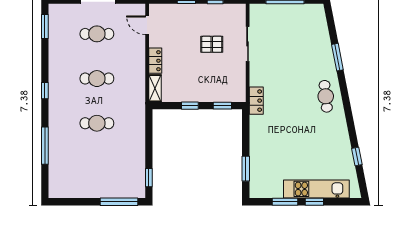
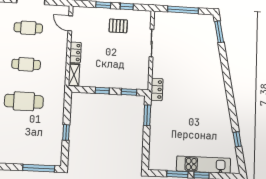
pallet: (212, 44) -> (118, 26), moved
window: (337, 57) -> (219, 32), moved
cafe table: (326, 96) -> (213, 89), removed
cafe table: (97, 123) -> (24, 101), width x1.37, depth x1.35
window: (246, 169) -> (147, 115), moved
window: (149, 178) -> (66, 132), moved

